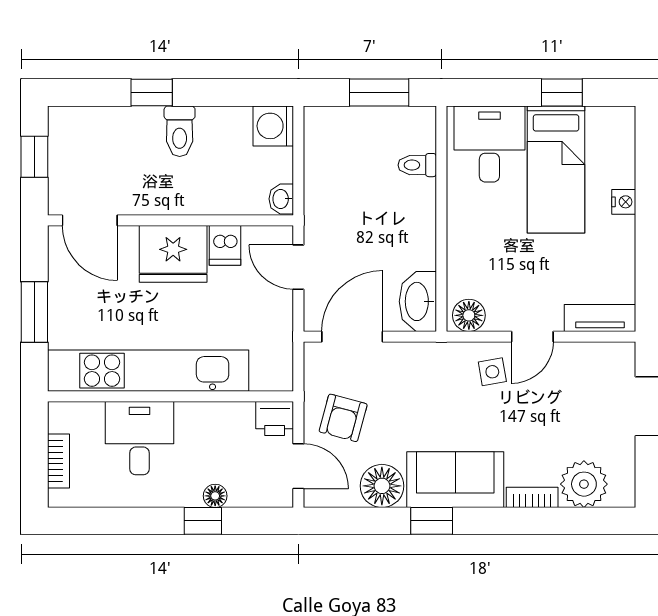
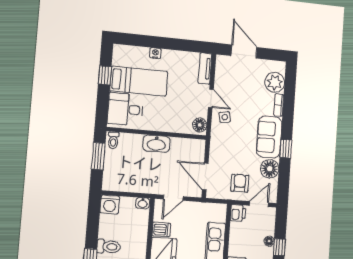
toilet: (417, 165) -> (113, 140), moved
washbasin: (418, 301) -> (156, 144), moved
armchair: (343, 418) -> (240, 183), turned -105

